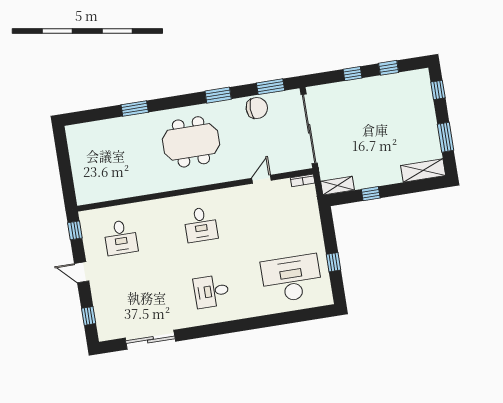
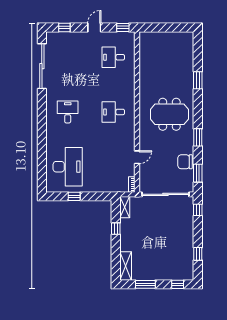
window: (353, 74) -> (198, 210), moved
chair: (257, 108) -> (185, 162), turned 90
meeting table: (191, 142) -> (169, 114), turned 90
door: (261, 179) -> (137, 157), hinge flipped
sliding door: (150, 340) -> (42, 66), width x1.36

